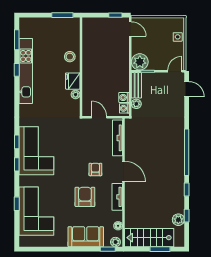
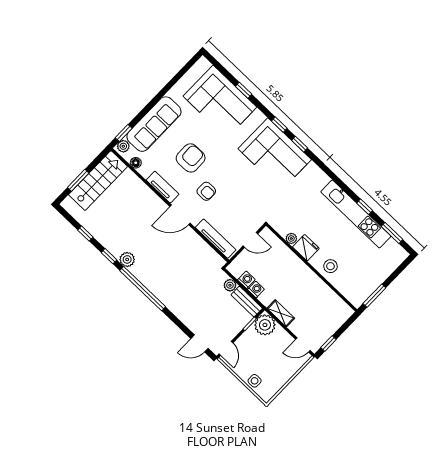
shelving: (124, 59) -> (281, 313), added
washing machine: (124, 108) -> (256, 289), moved
armchair: (85, 197) -> (191, 158), turned -91
plant: (178, 220) -> (127, 259), moved
sofa: (86, 237) -> (154, 124), width x1.36

